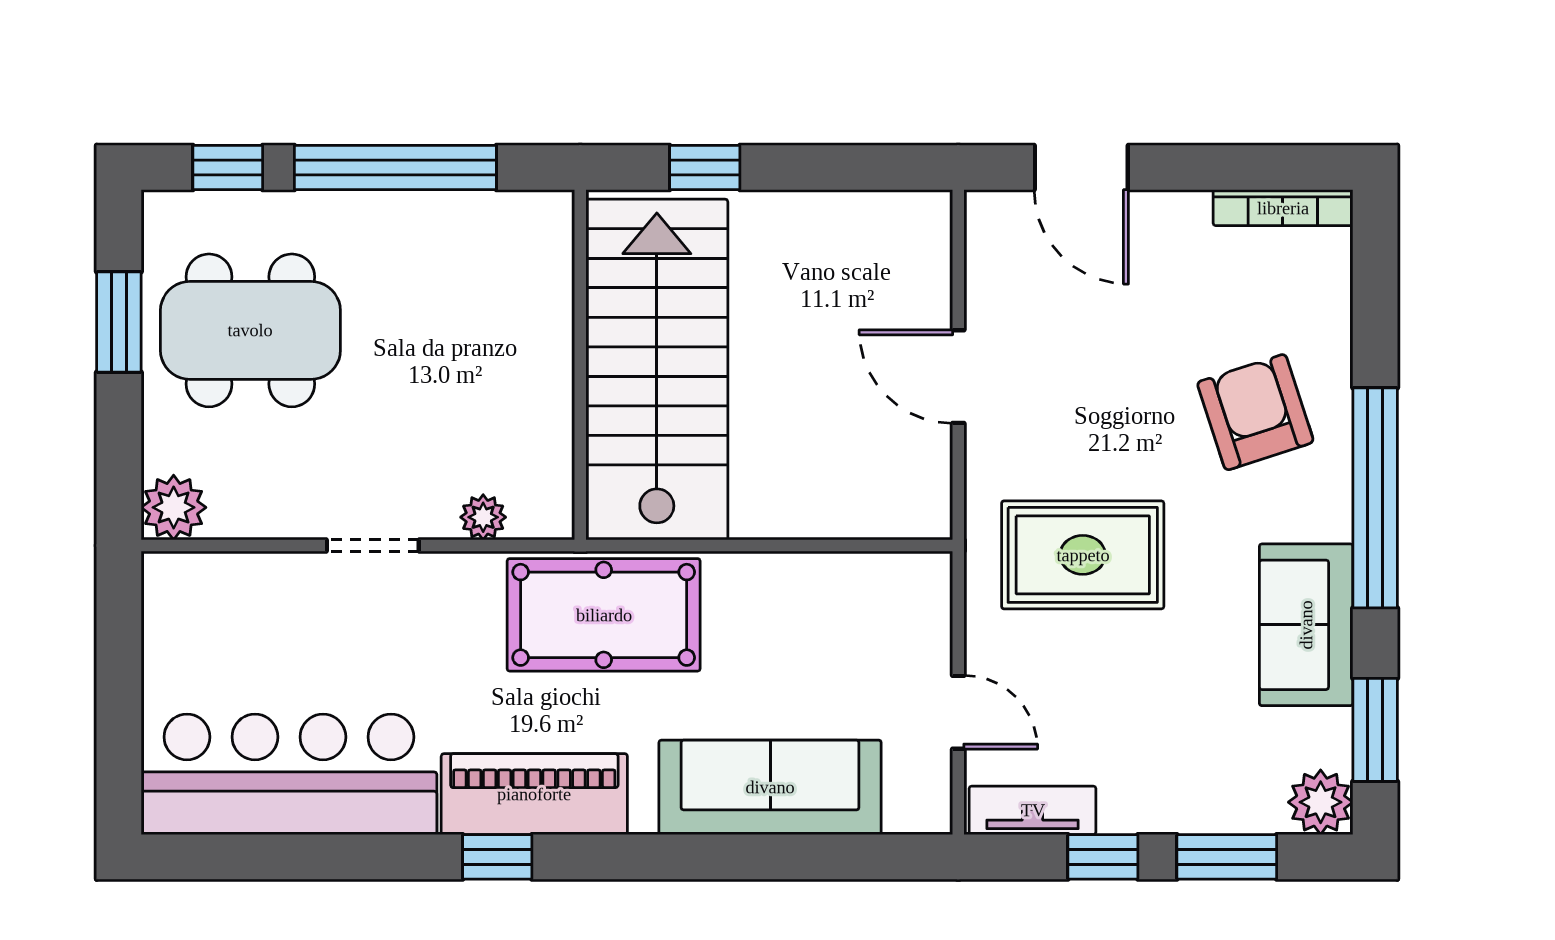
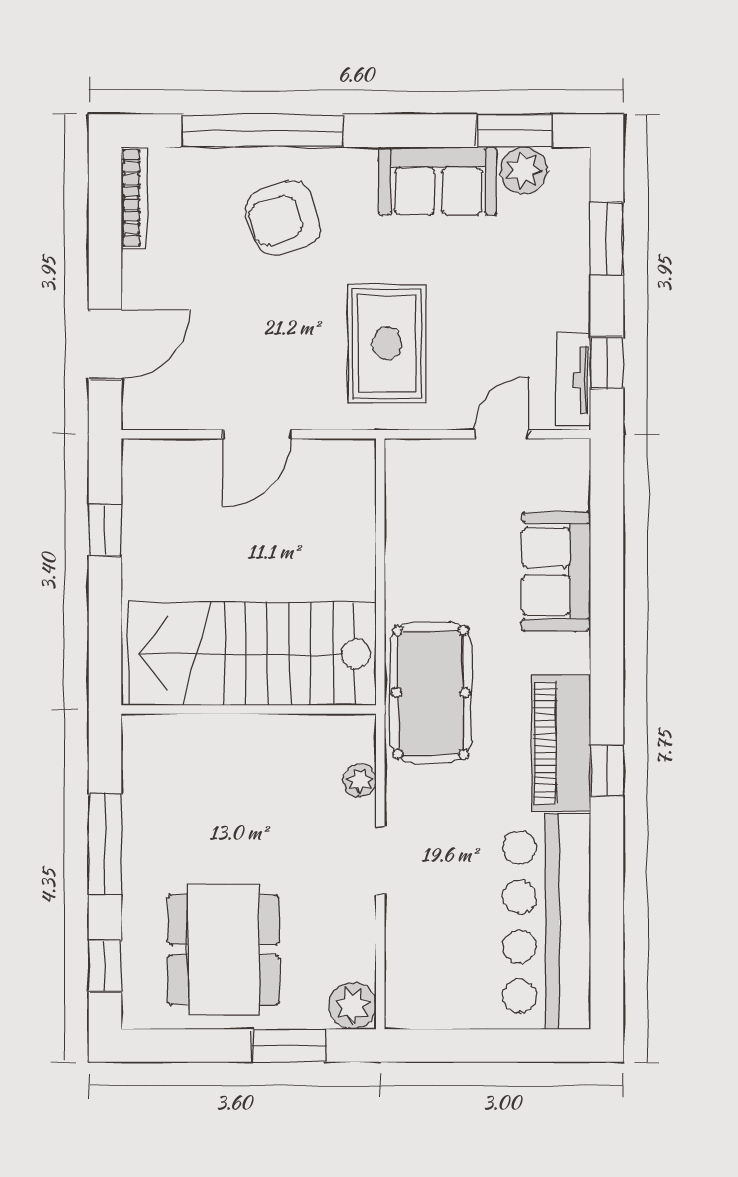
window: (395, 168) -> (105, 844), width x0.68
window: (705, 168) -> (105, 530), moved
window: (119, 322) -> (289, 1045), moved
window: (1375, 498) -> (262, 131), moved
sofa: (770, 787) -> (556, 571), width x0.73
plant: (1321, 802) -> (524, 170), moved
window: (1103, 857) -> (607, 363), moved

